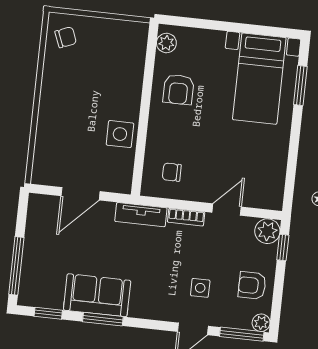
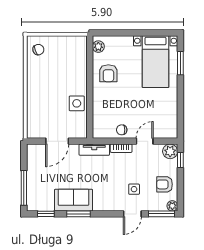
chair: (172, 172) -> (122, 130), moved

